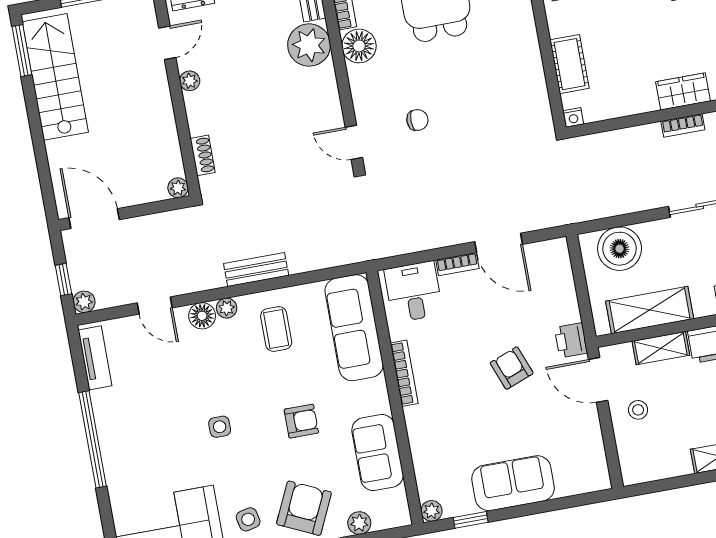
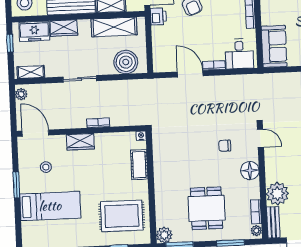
floor lamp: (359, 46) -> (250, 171), moved
bookcase: (683, 126) -> (98, 123), moved
sofa: (354, 328) -> (274, 46), width x0.73

